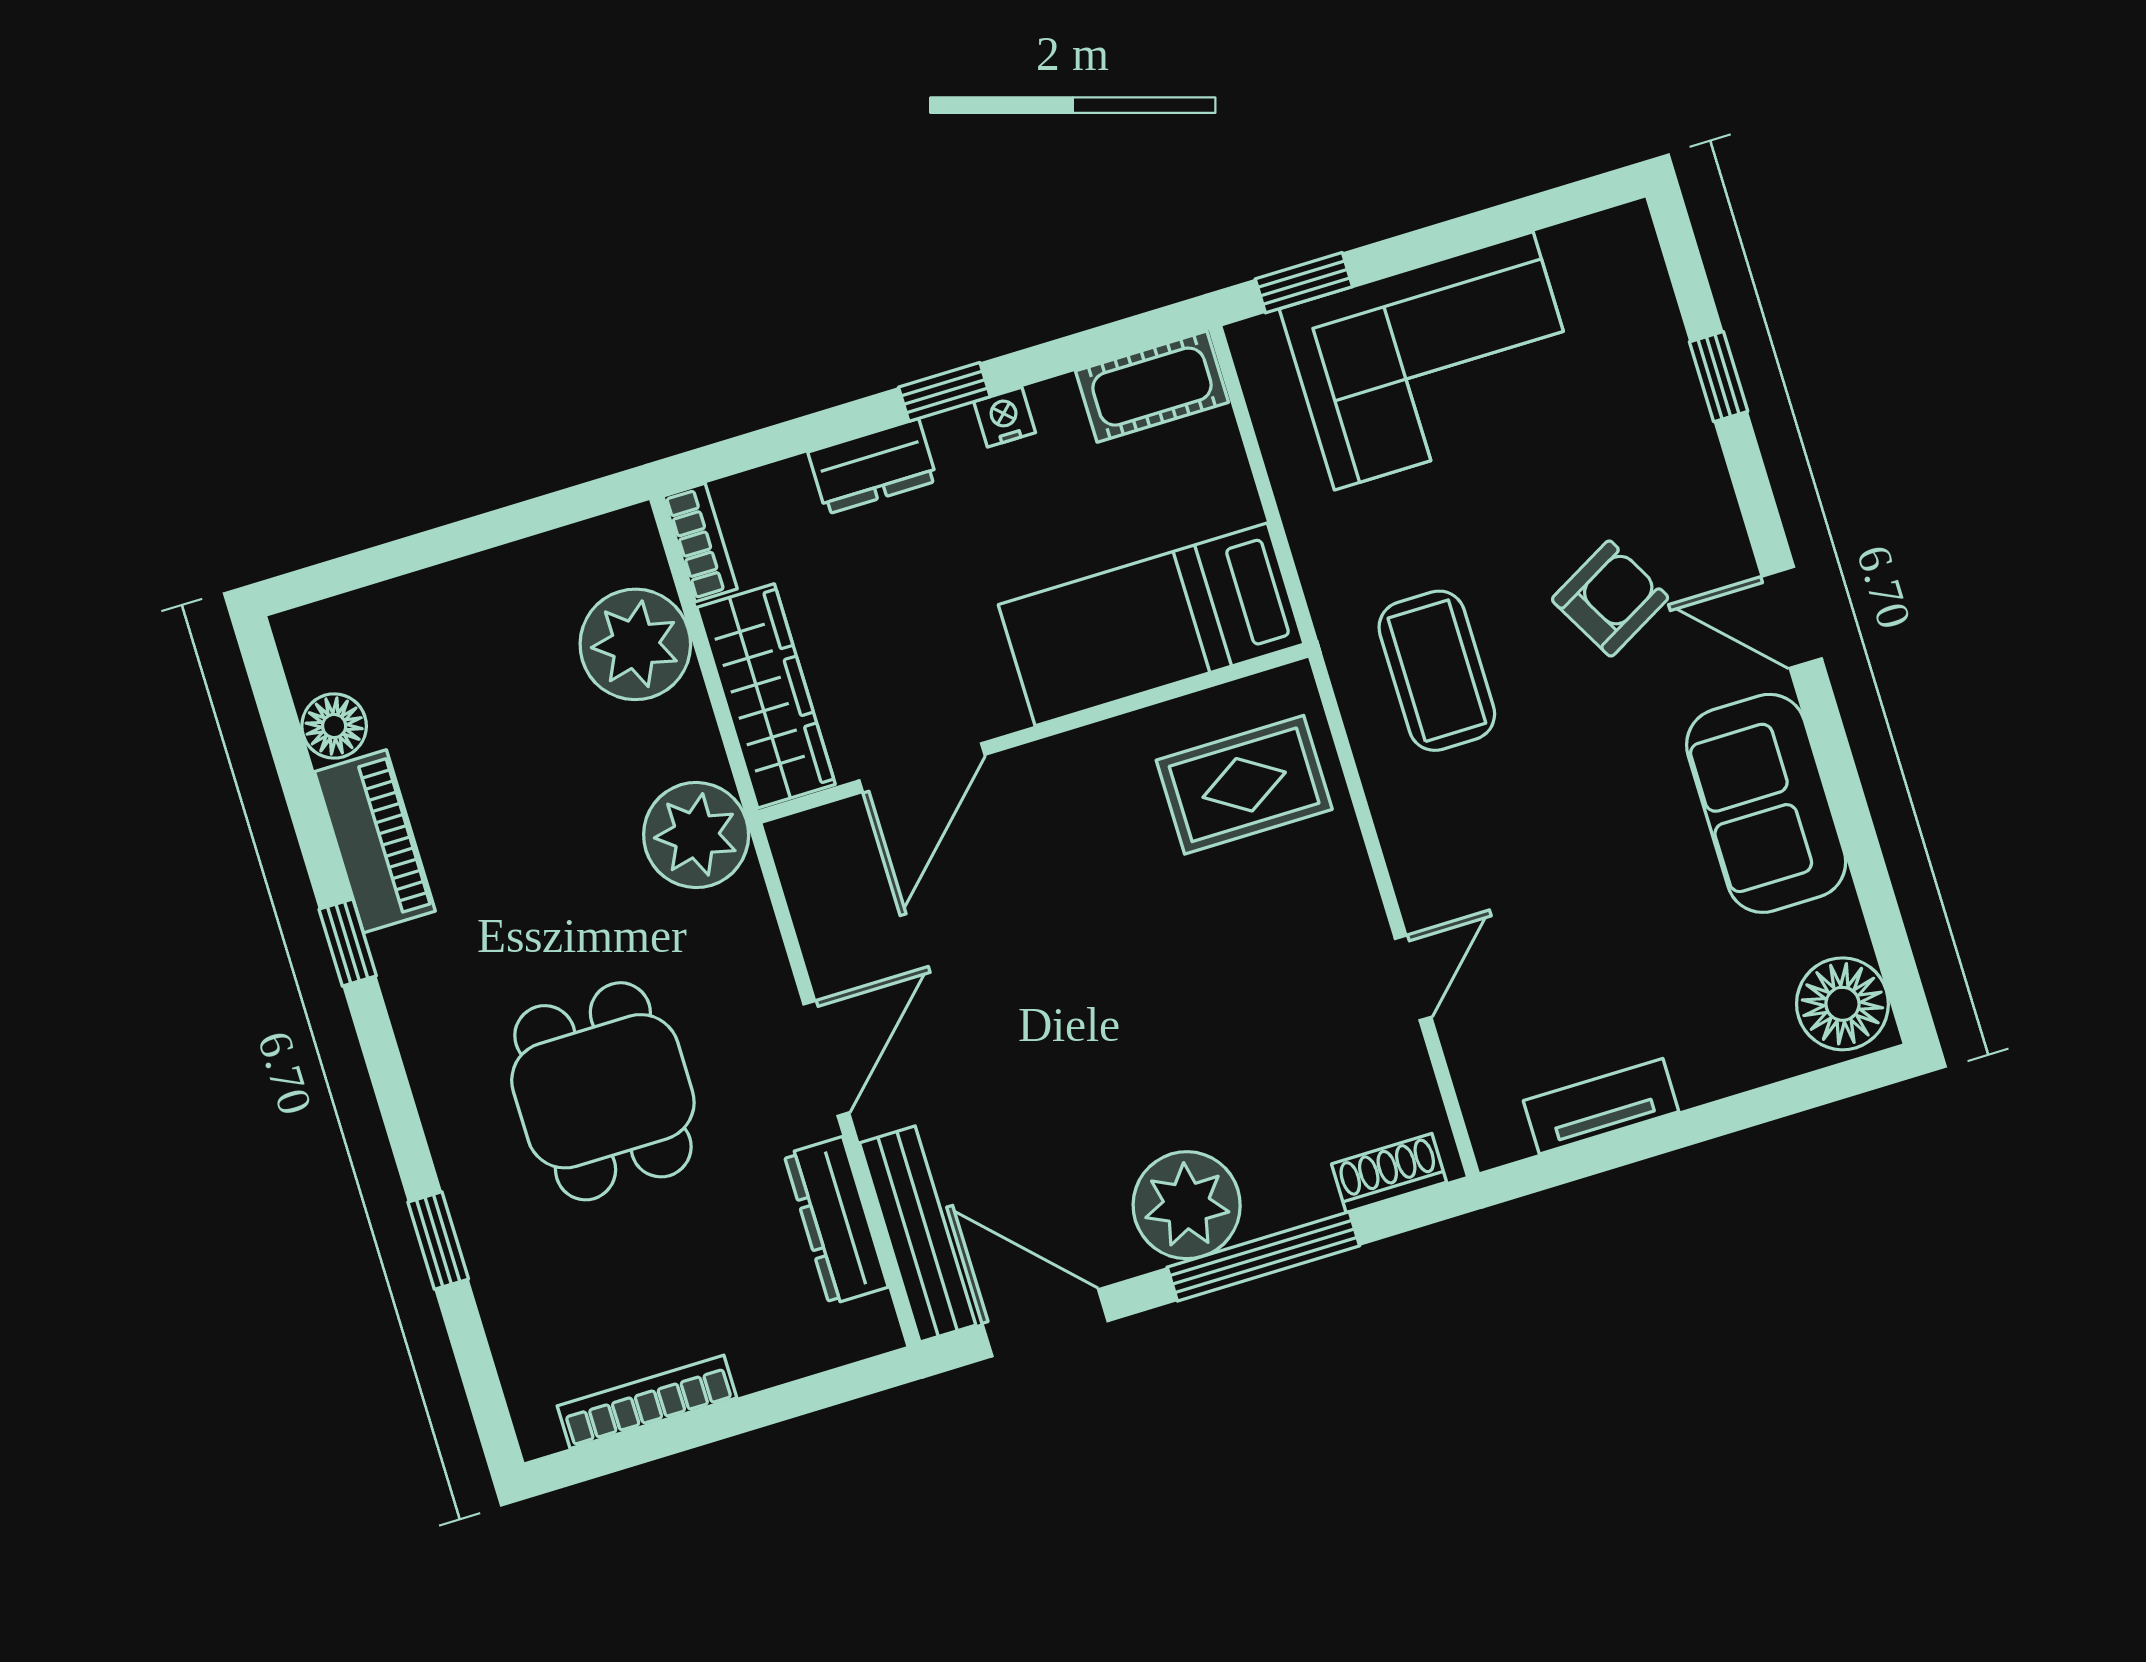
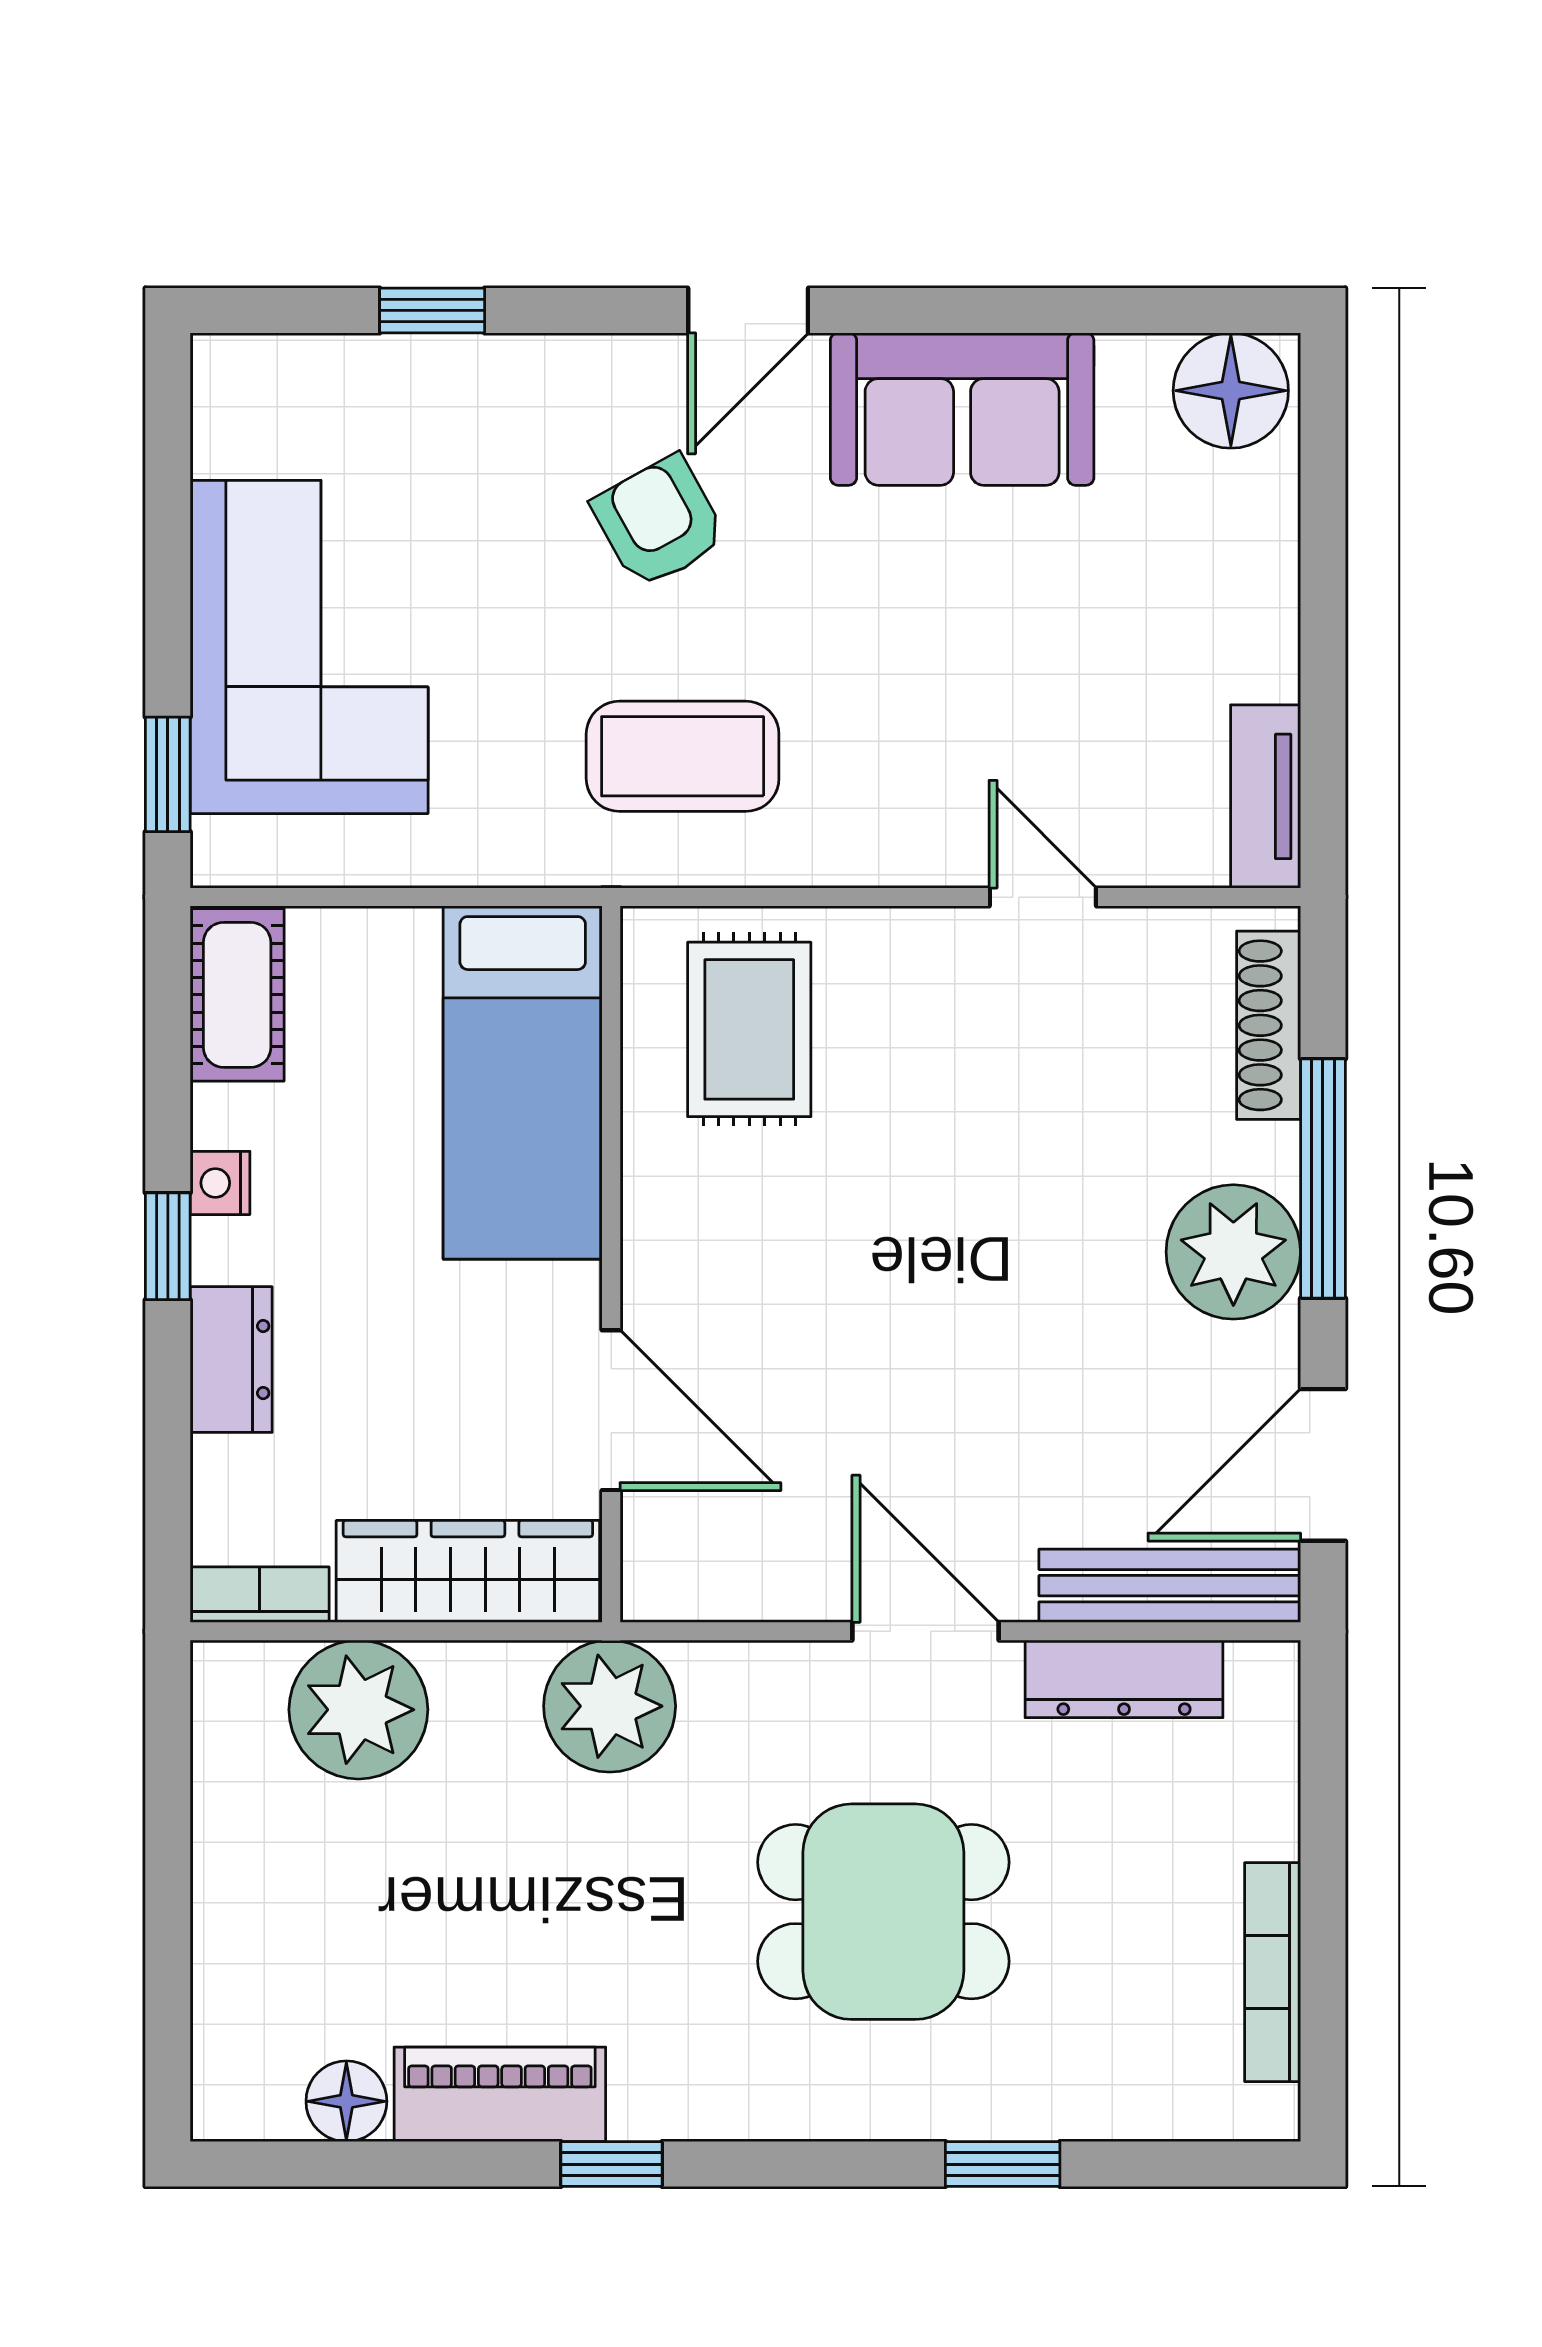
tv unit: (1601, 1106) -> (1266, 796), moved
shoe rack: (1389, 1173) -> (1269, 1025), width x1.43

